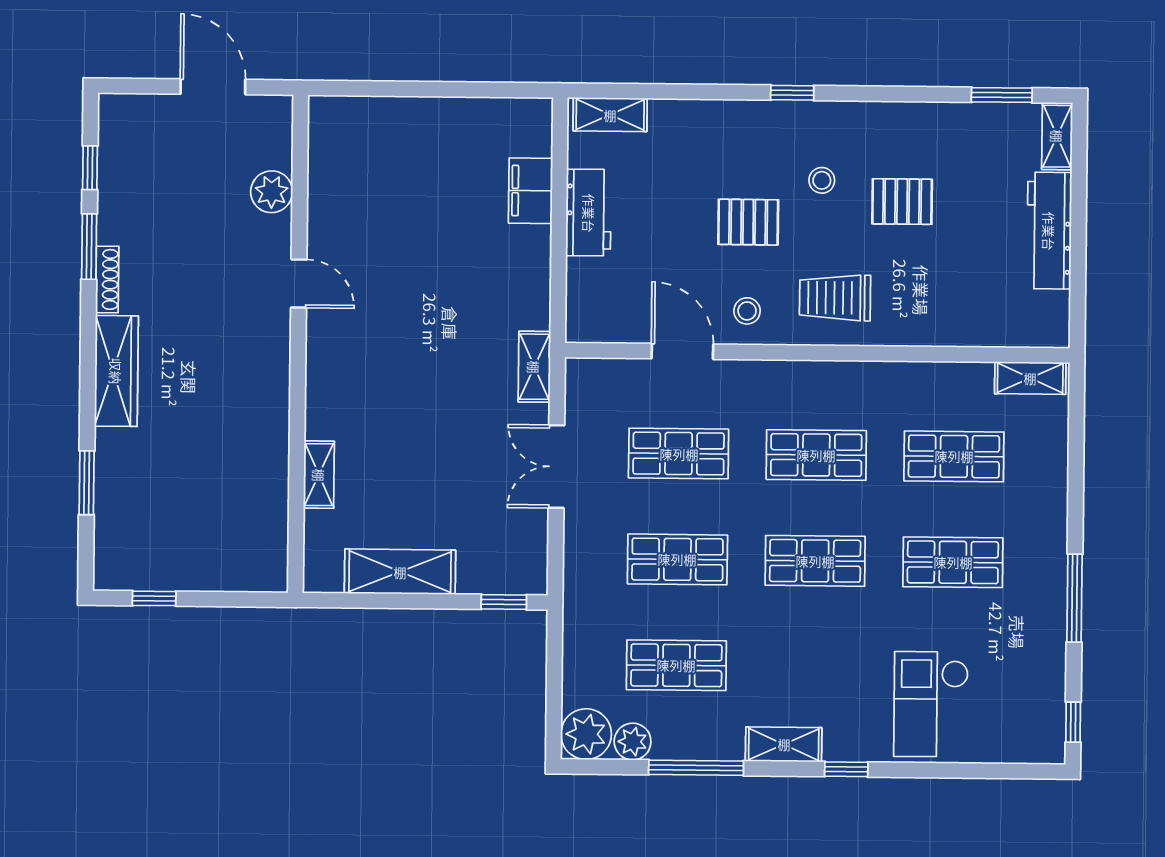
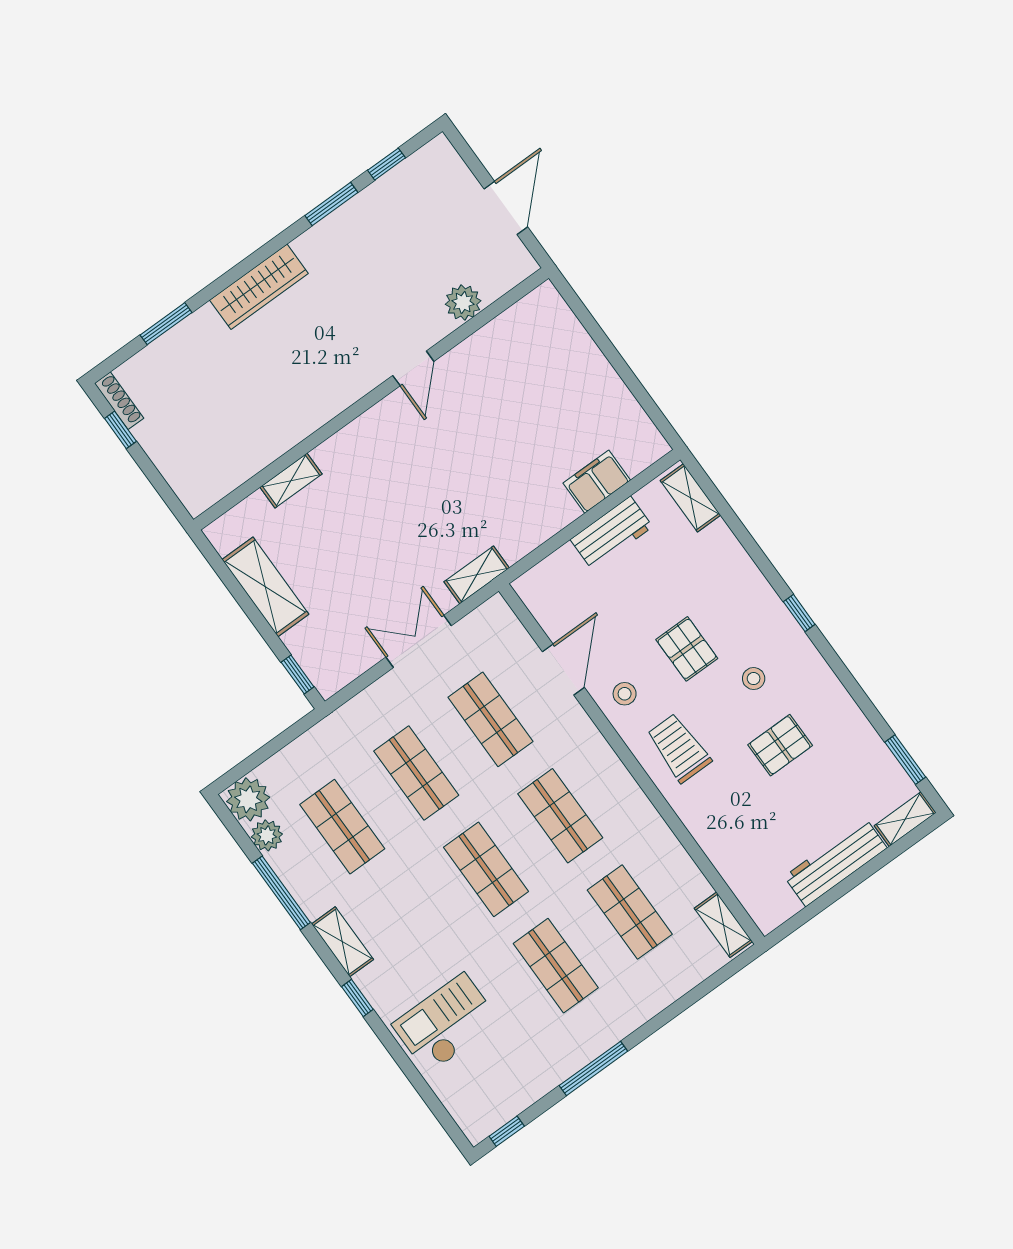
pallet: (902, 202) -> (780, 745), turned 90
shoe rack: (107, 279) -> (119, 401), moved, turned -90

